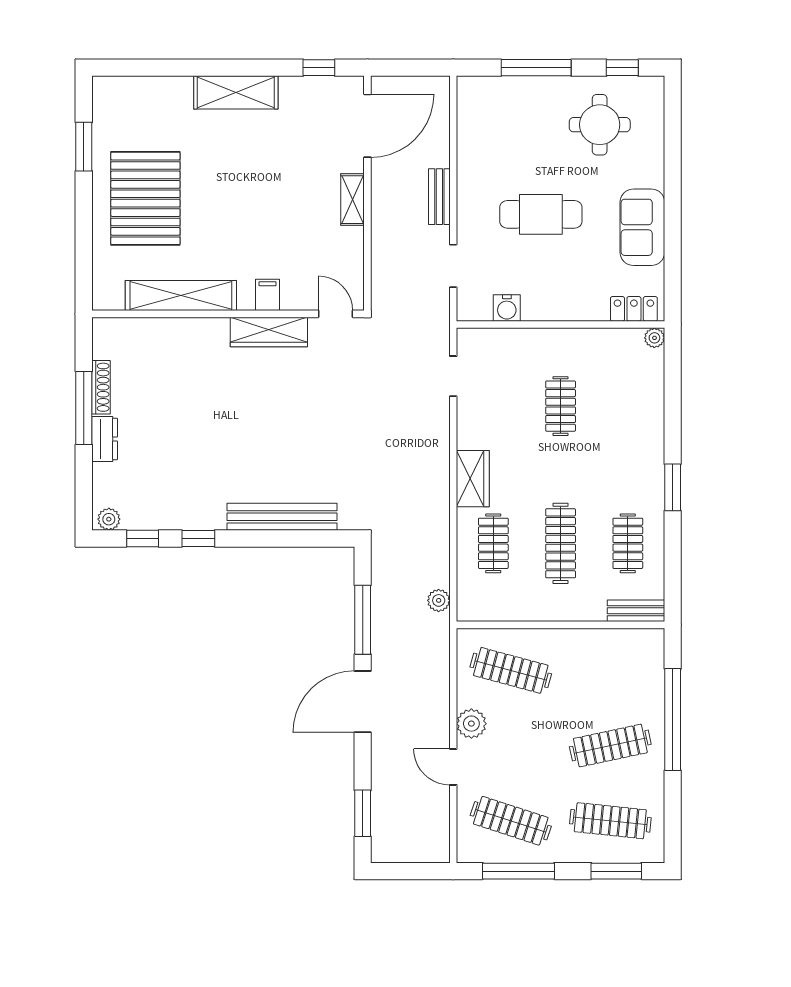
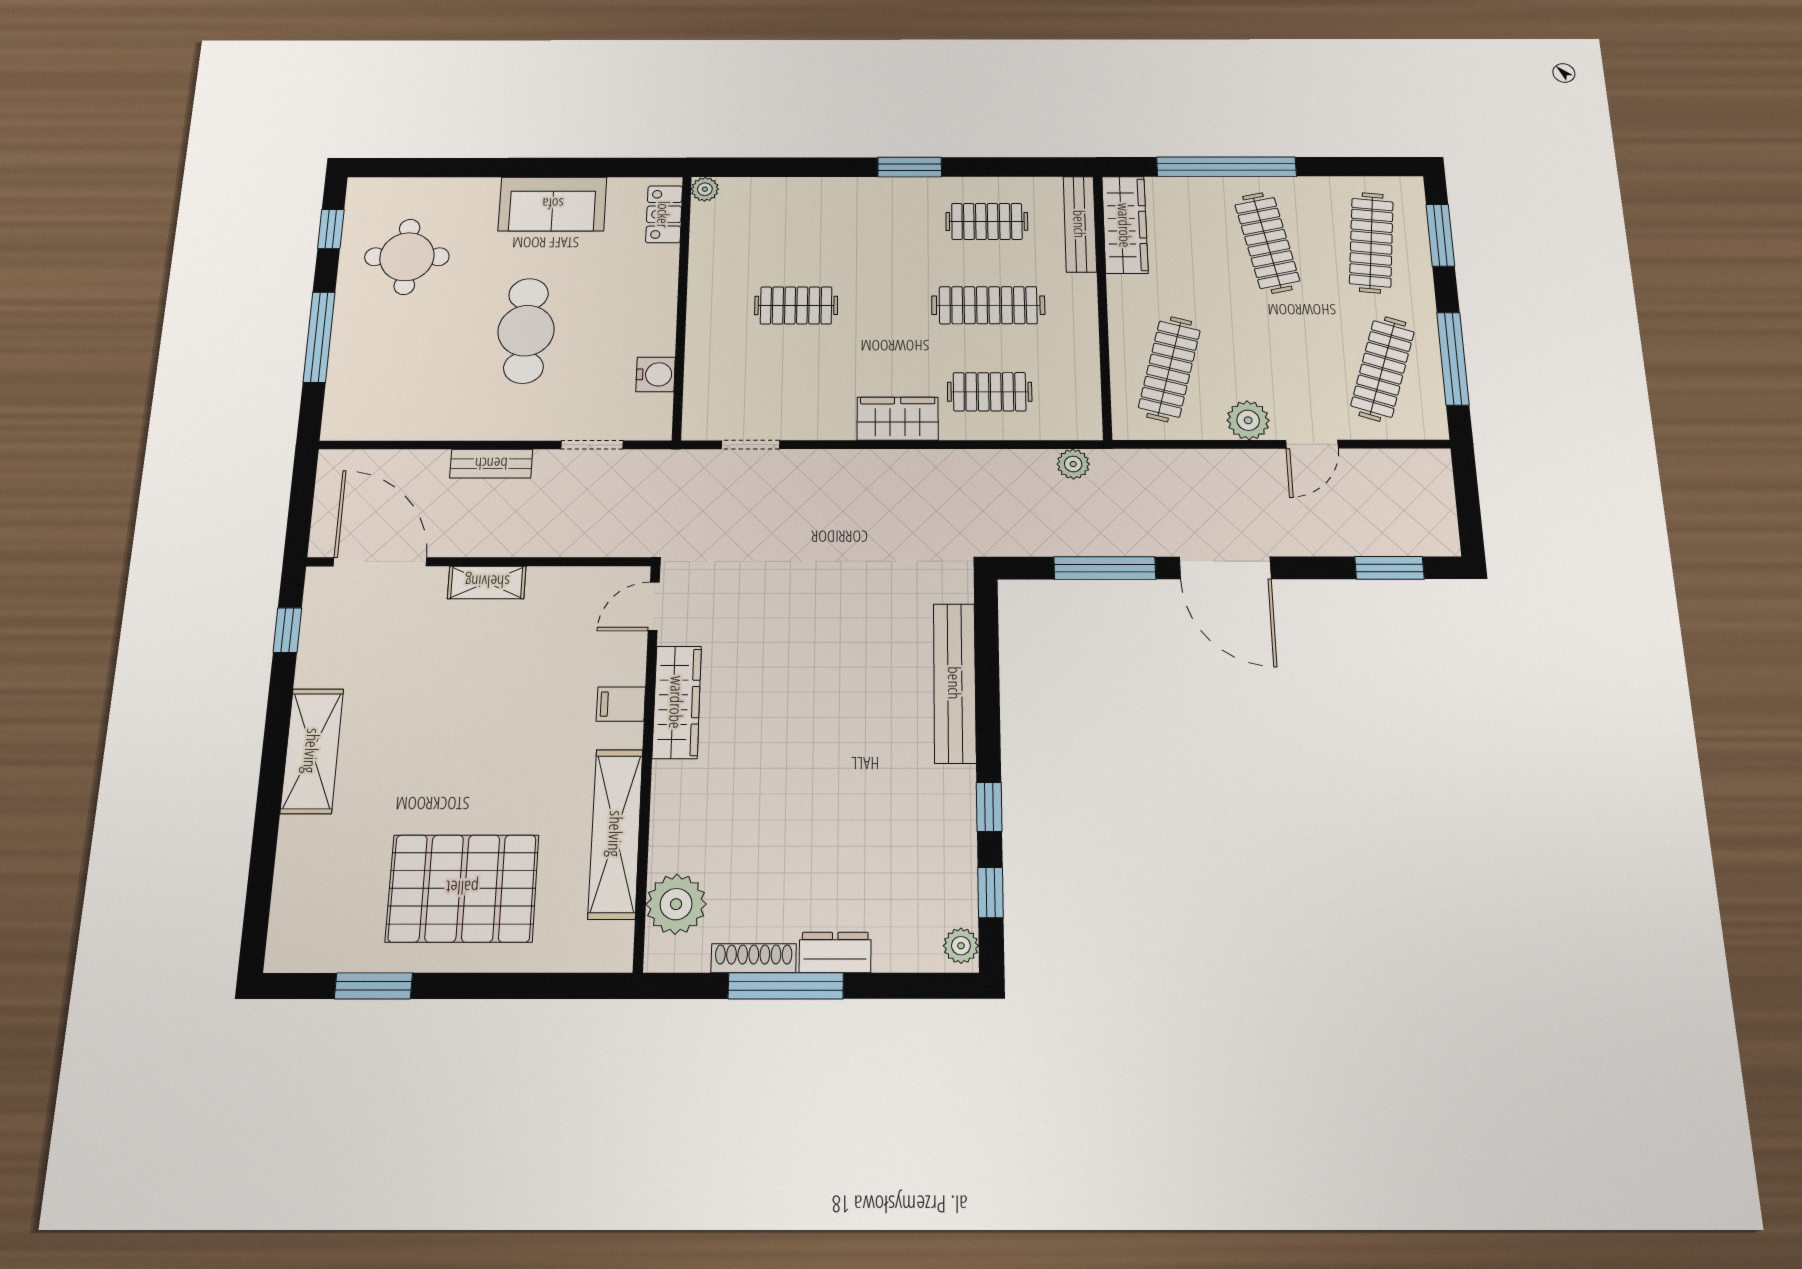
plant: (135, 336) -> (676, 904), added
bench: (636, 611) -> (1080, 224), width x1.36
wardrobe: (625, 643) -> (1125, 225), added

